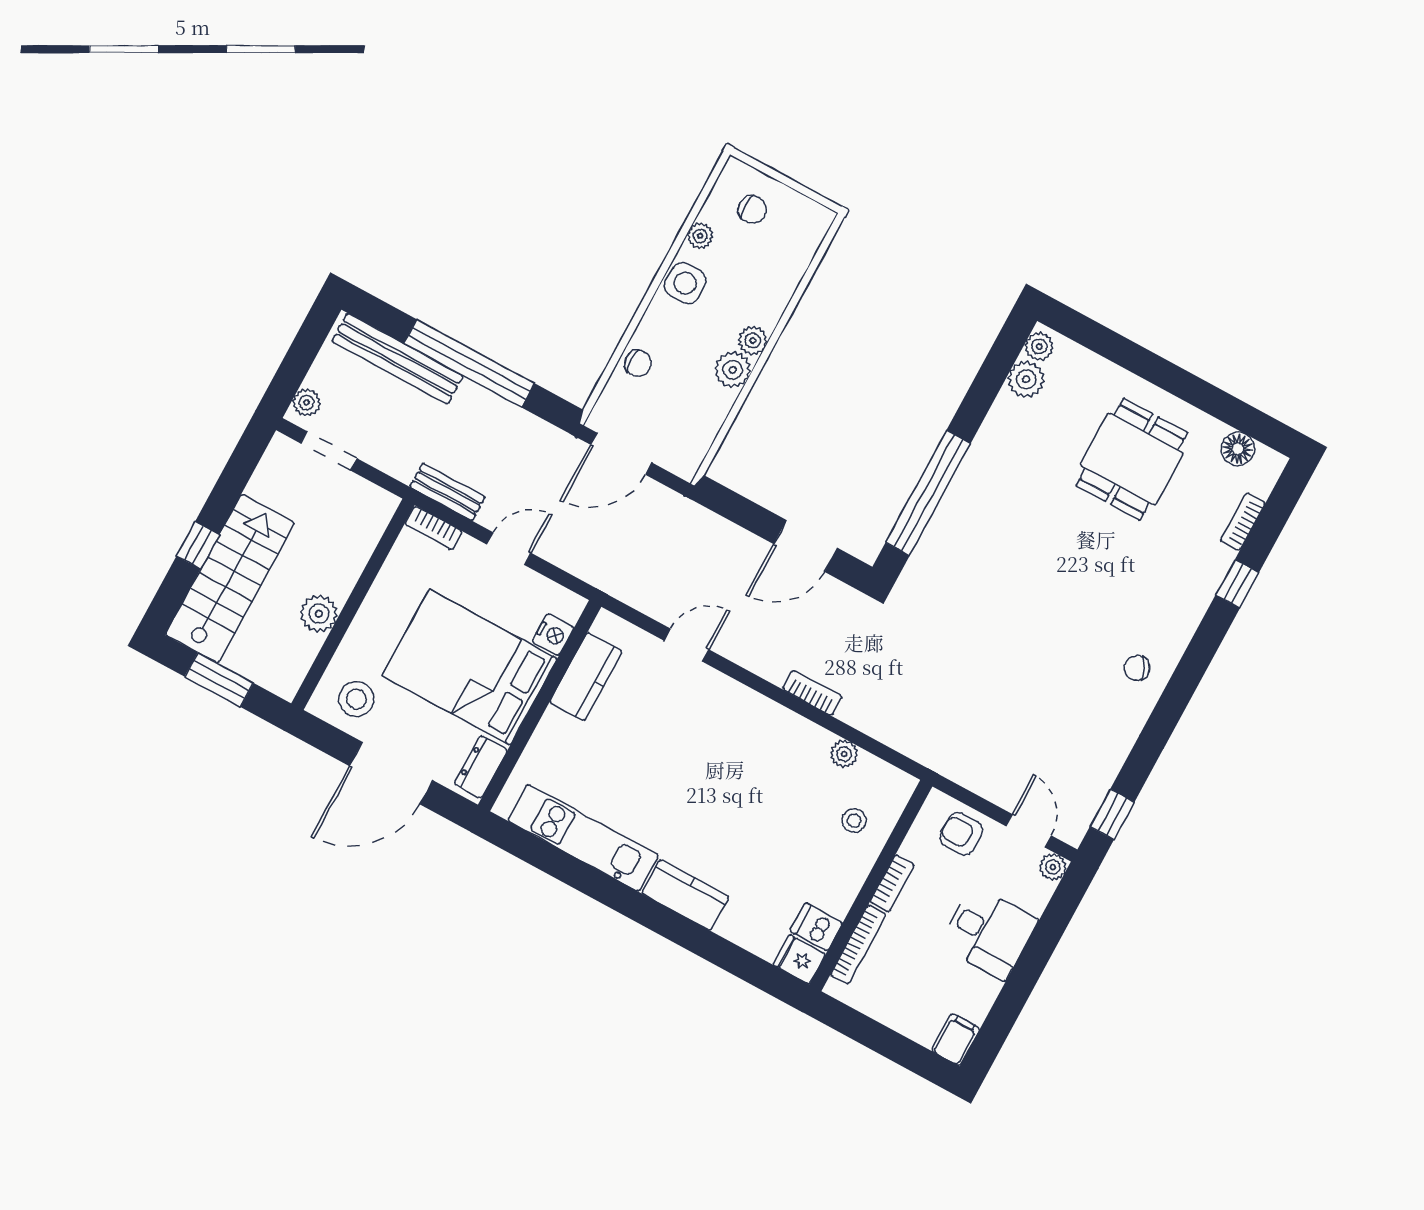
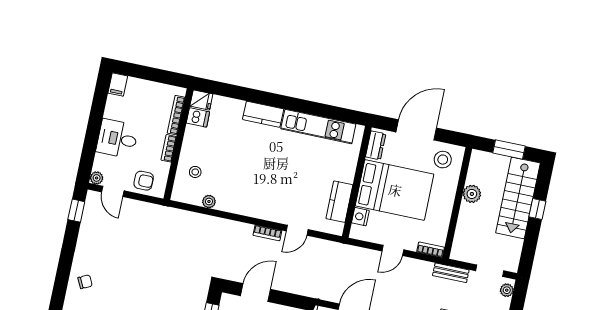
bench: (447, 492) -> (451, 273), moved
bookcase: (812, 693) -> (267, 233), moved

